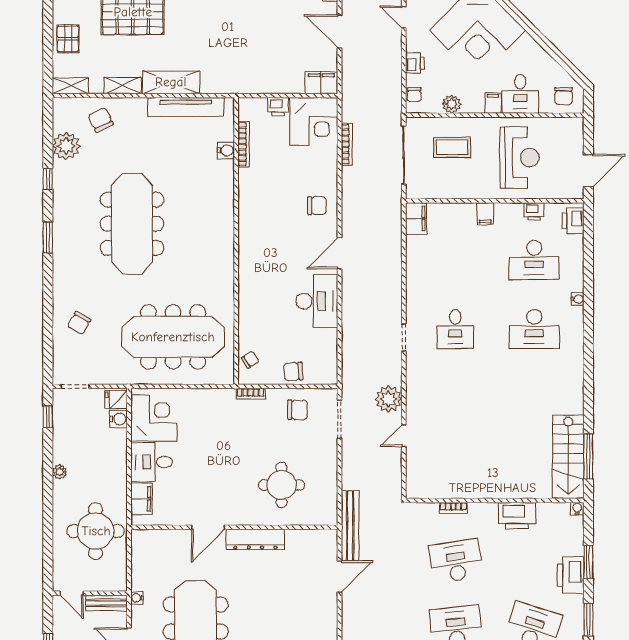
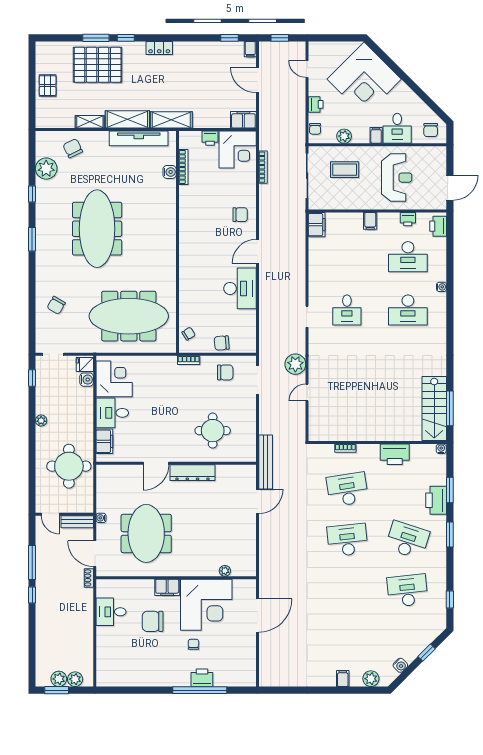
shelving: (70, 86) -> (171, 120), moved, width x1.50, depth x1.33

